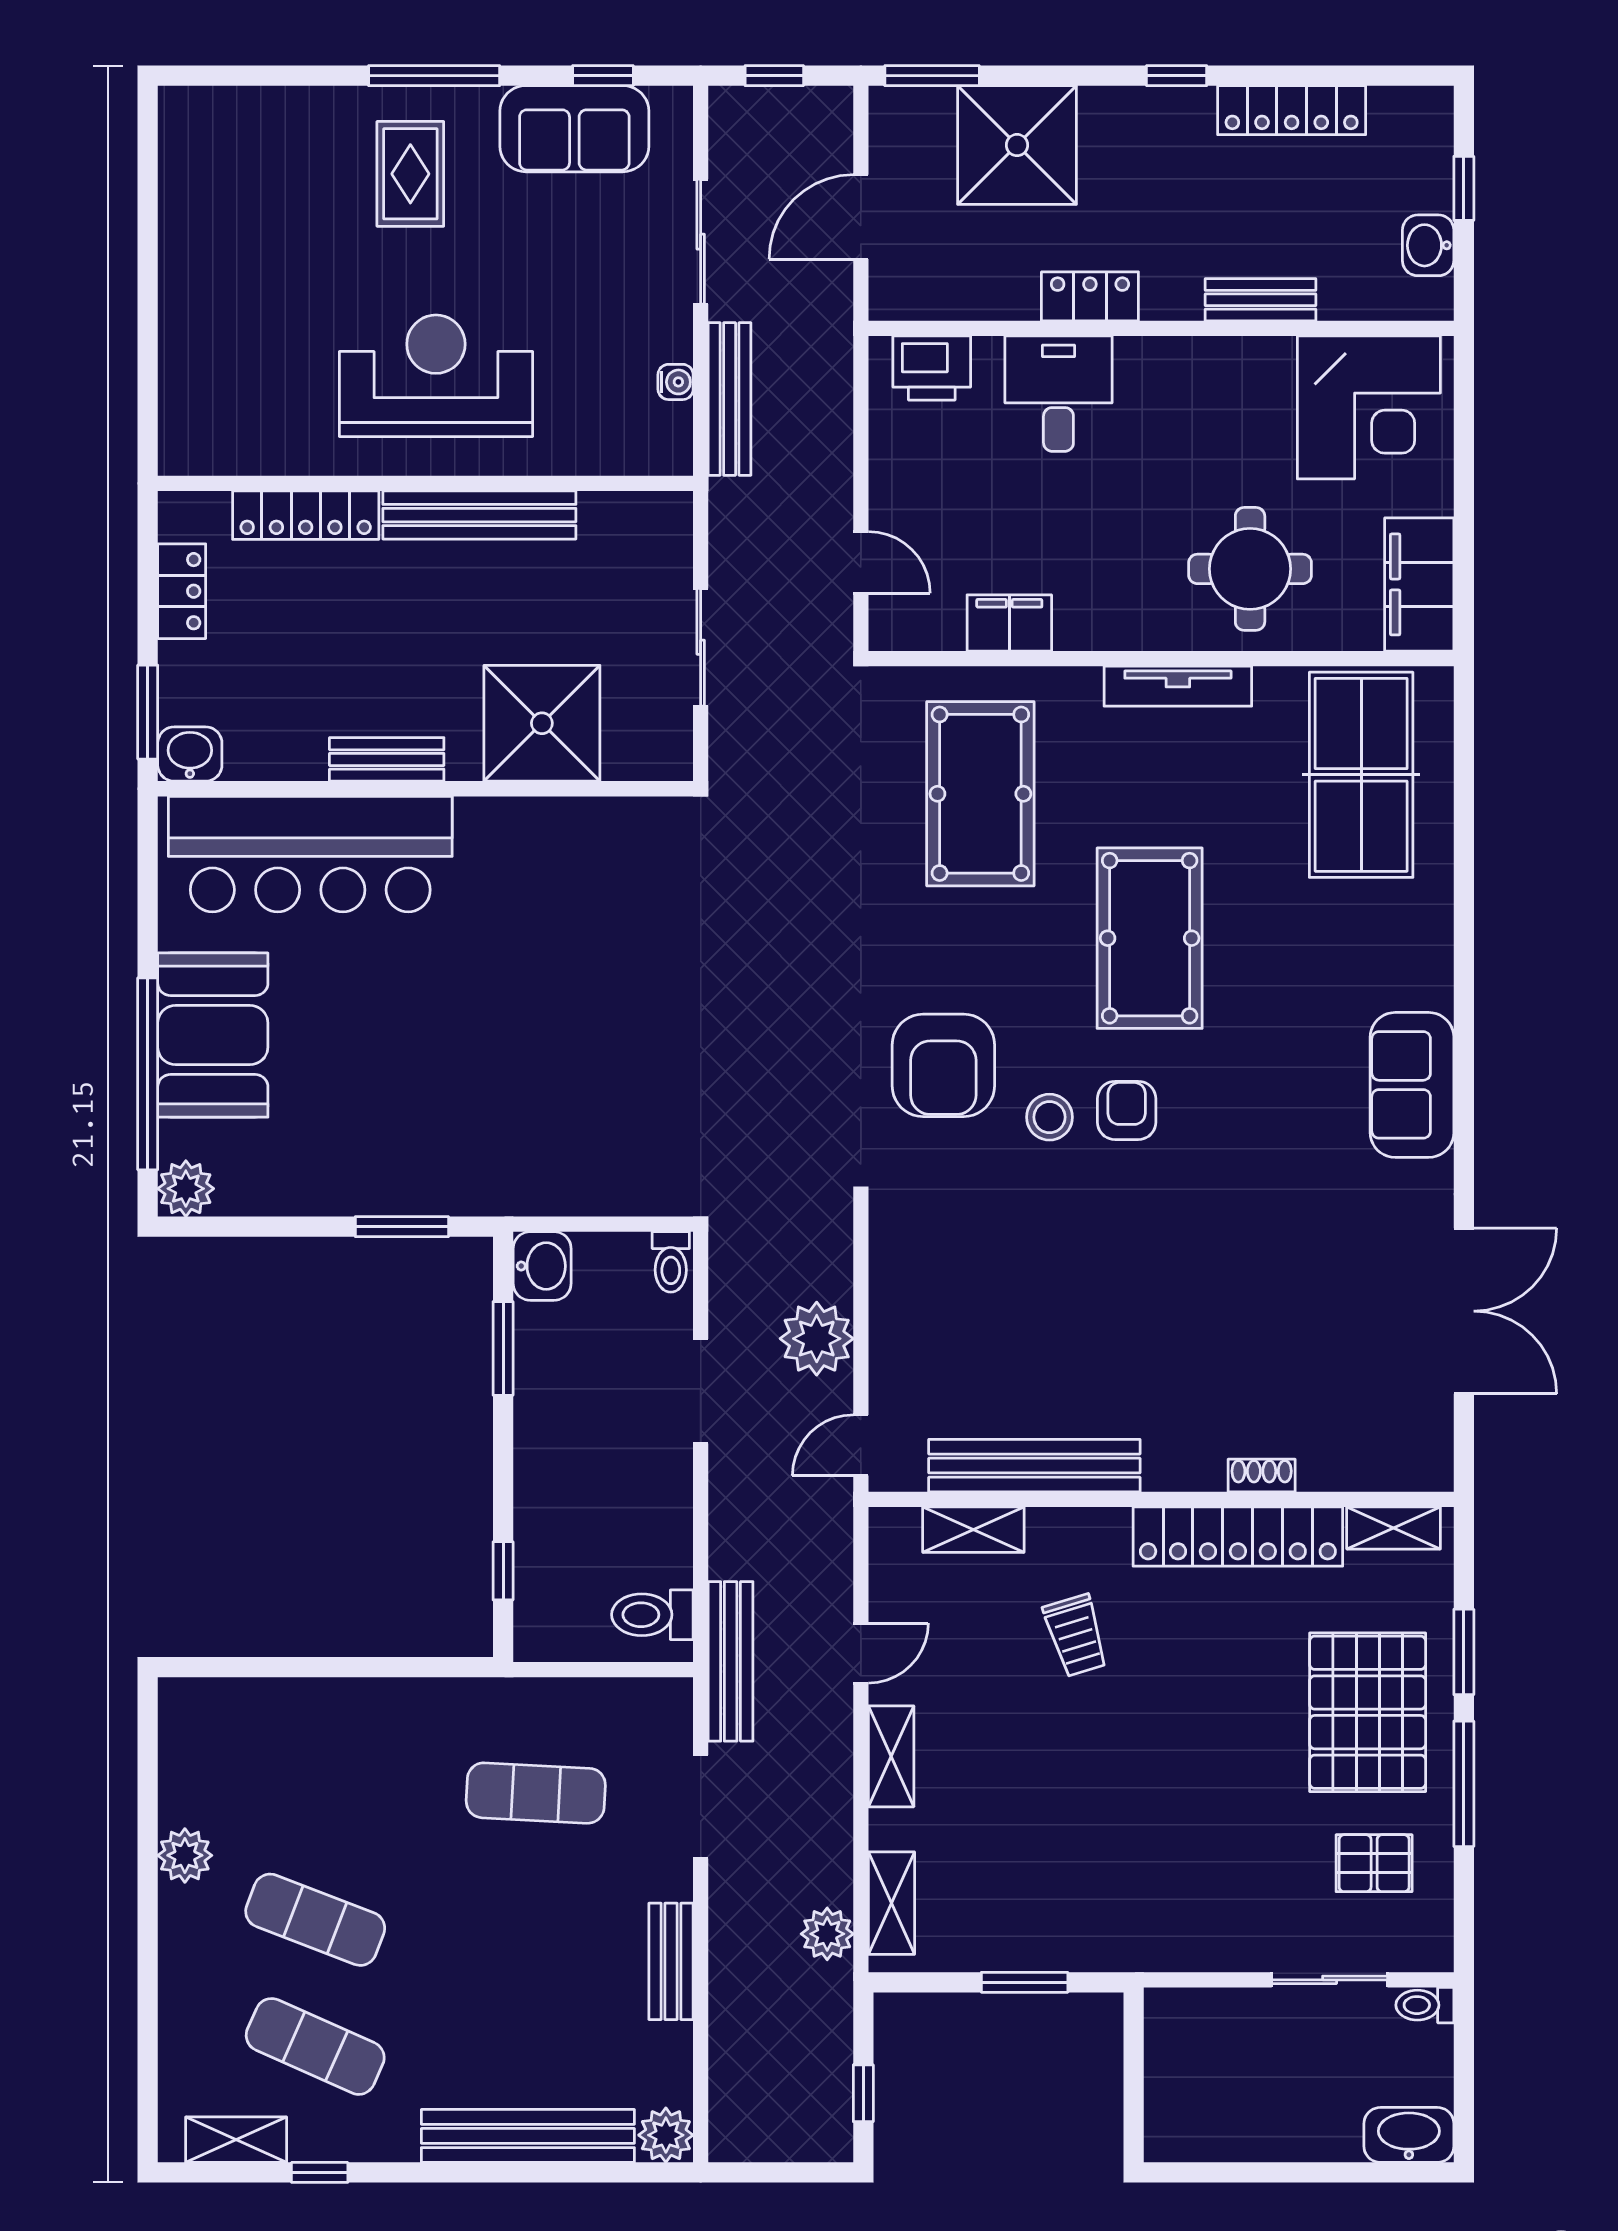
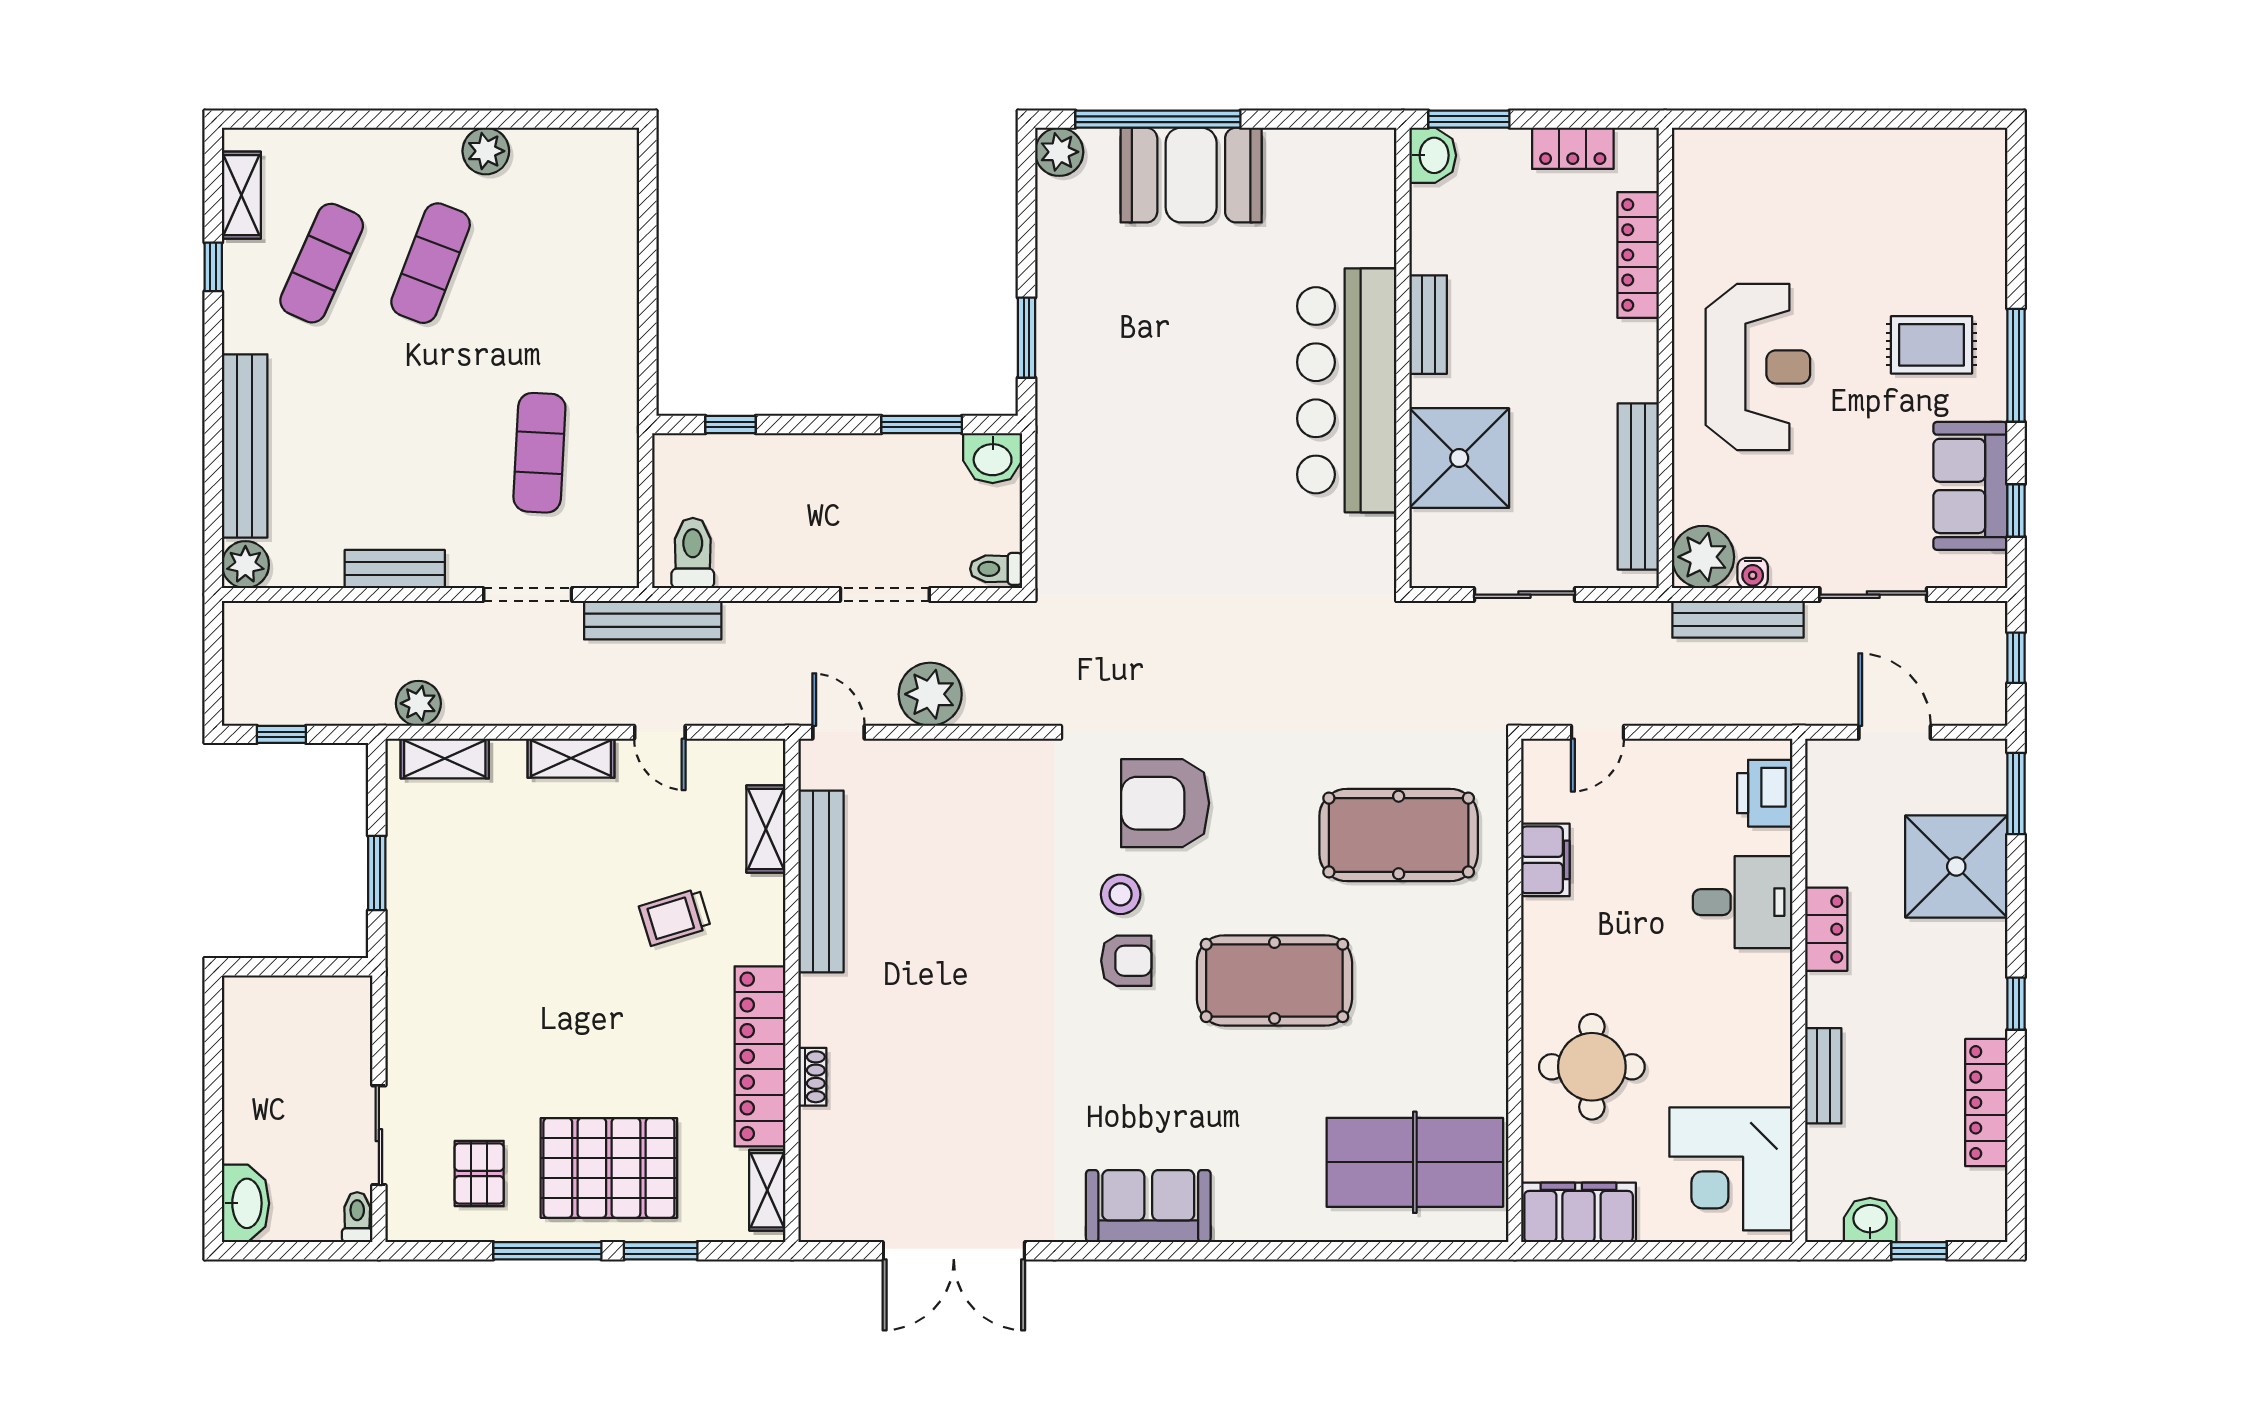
plant: (657, 440) -> (1703, 557), added
bench: (479, 515) -> (1638, 486), moved
tv unit: (1178, 686) -> (1491, 1005), removed
bar counter: (310, 854) -> (1347, 390), moved

